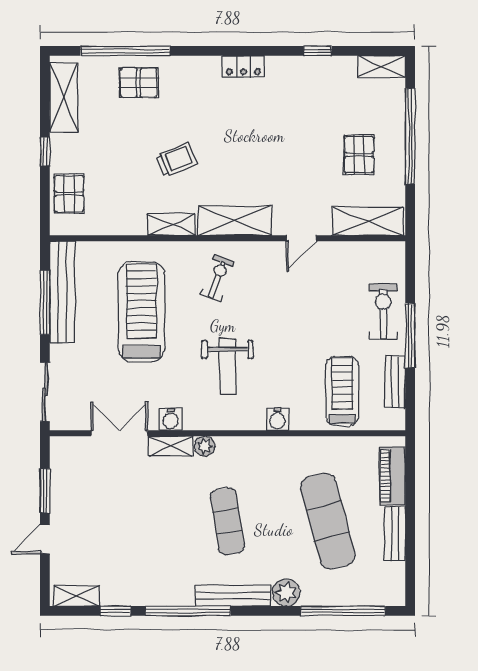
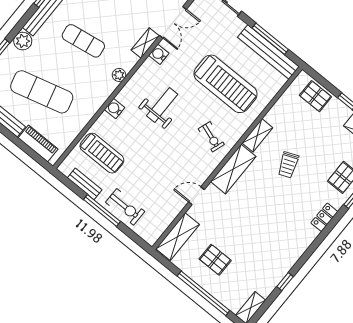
locker: (243, 66) -> (324, 217), moved
door: (302, 238) -> (196, 196), hinge flipped
weight bench: (227, 366) -> (162, 105), turned 90
plant: (205, 446) -> (119, 75), moved

